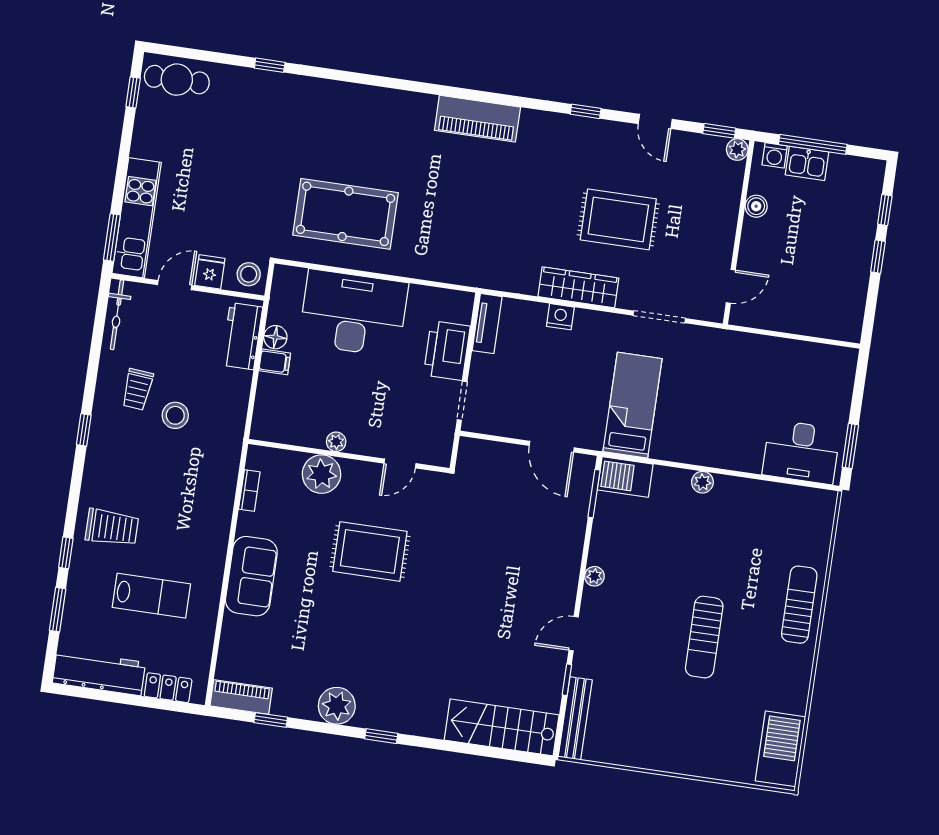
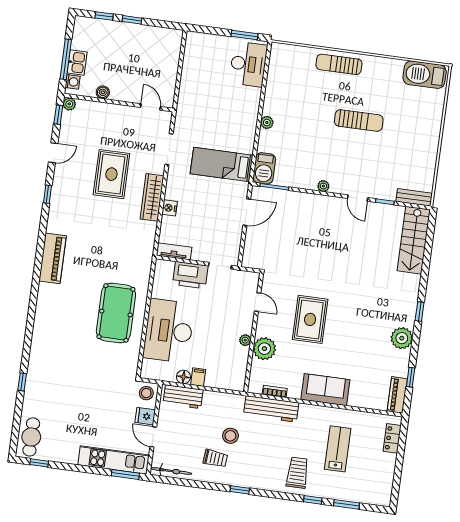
pool table: (346, 214) -> (116, 313), moved
workbench: (99, 673) -> (271, 409), moved, turned -90
bench: (575, 718) -> (414, 197), width x0.73

